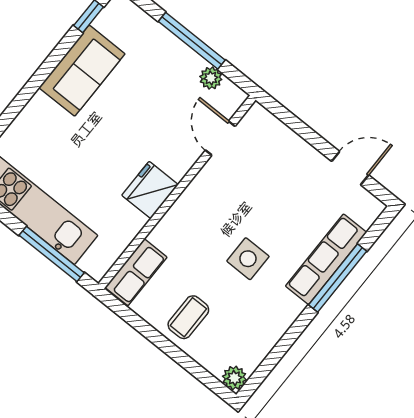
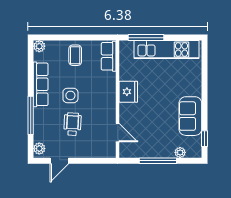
plant: (211, 78) -> (180, 152), moved
wheelchair: (282, 210) -> (72, 124), added
plant: (366, 214) -> (39, 149), added
row of seats: (326, 259) -> (41, 84), moved

